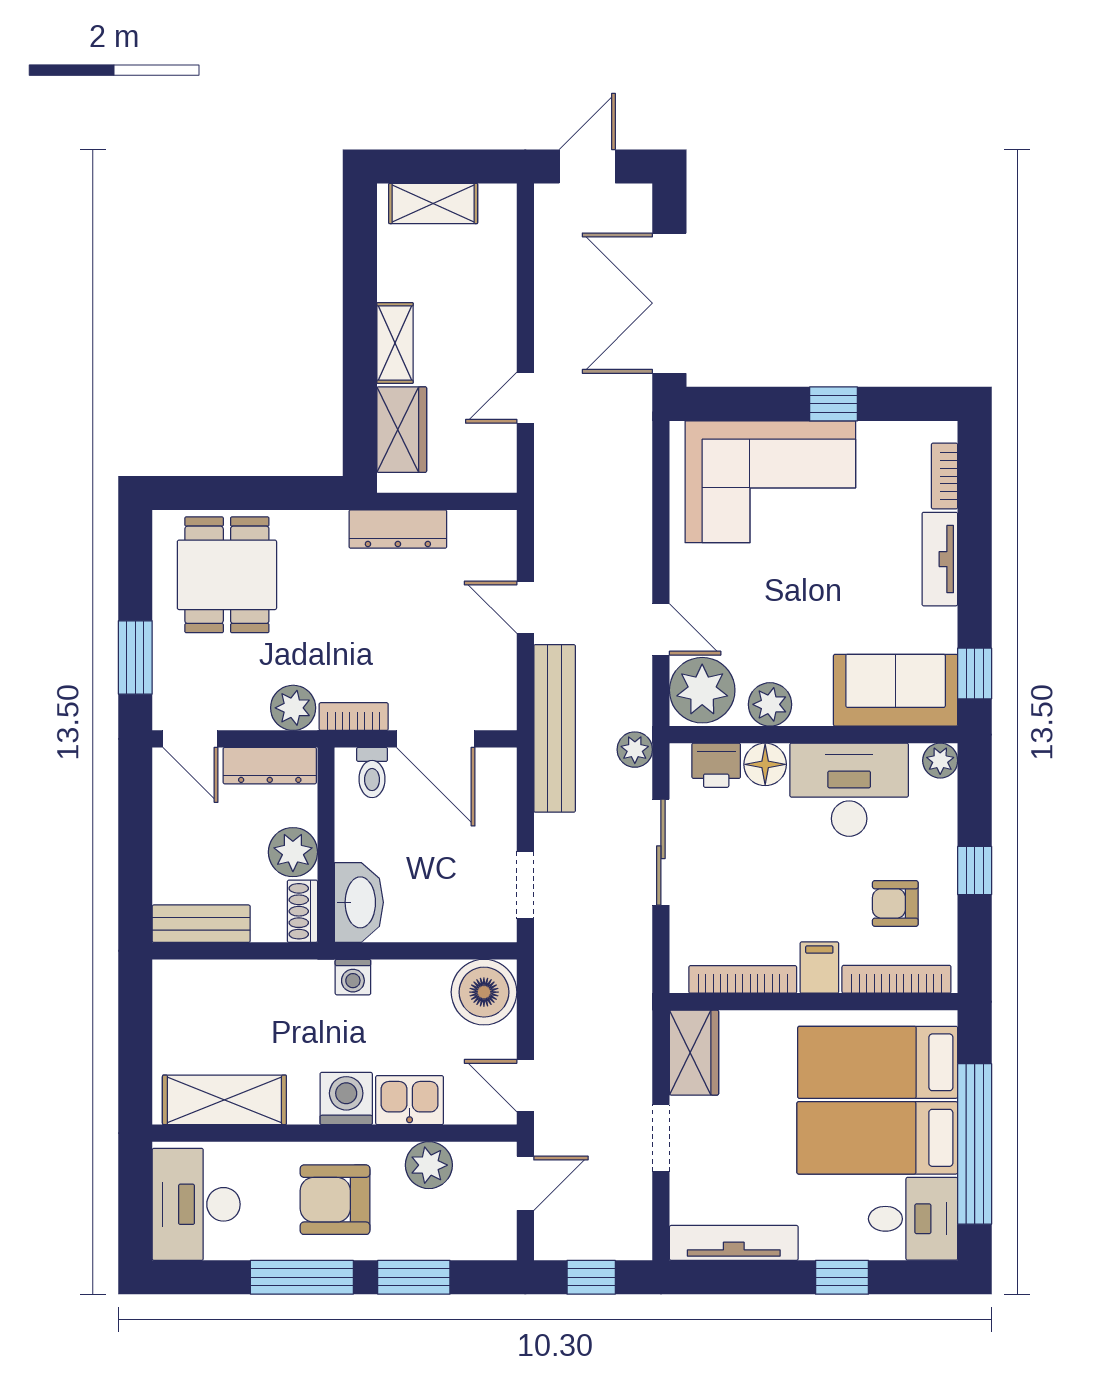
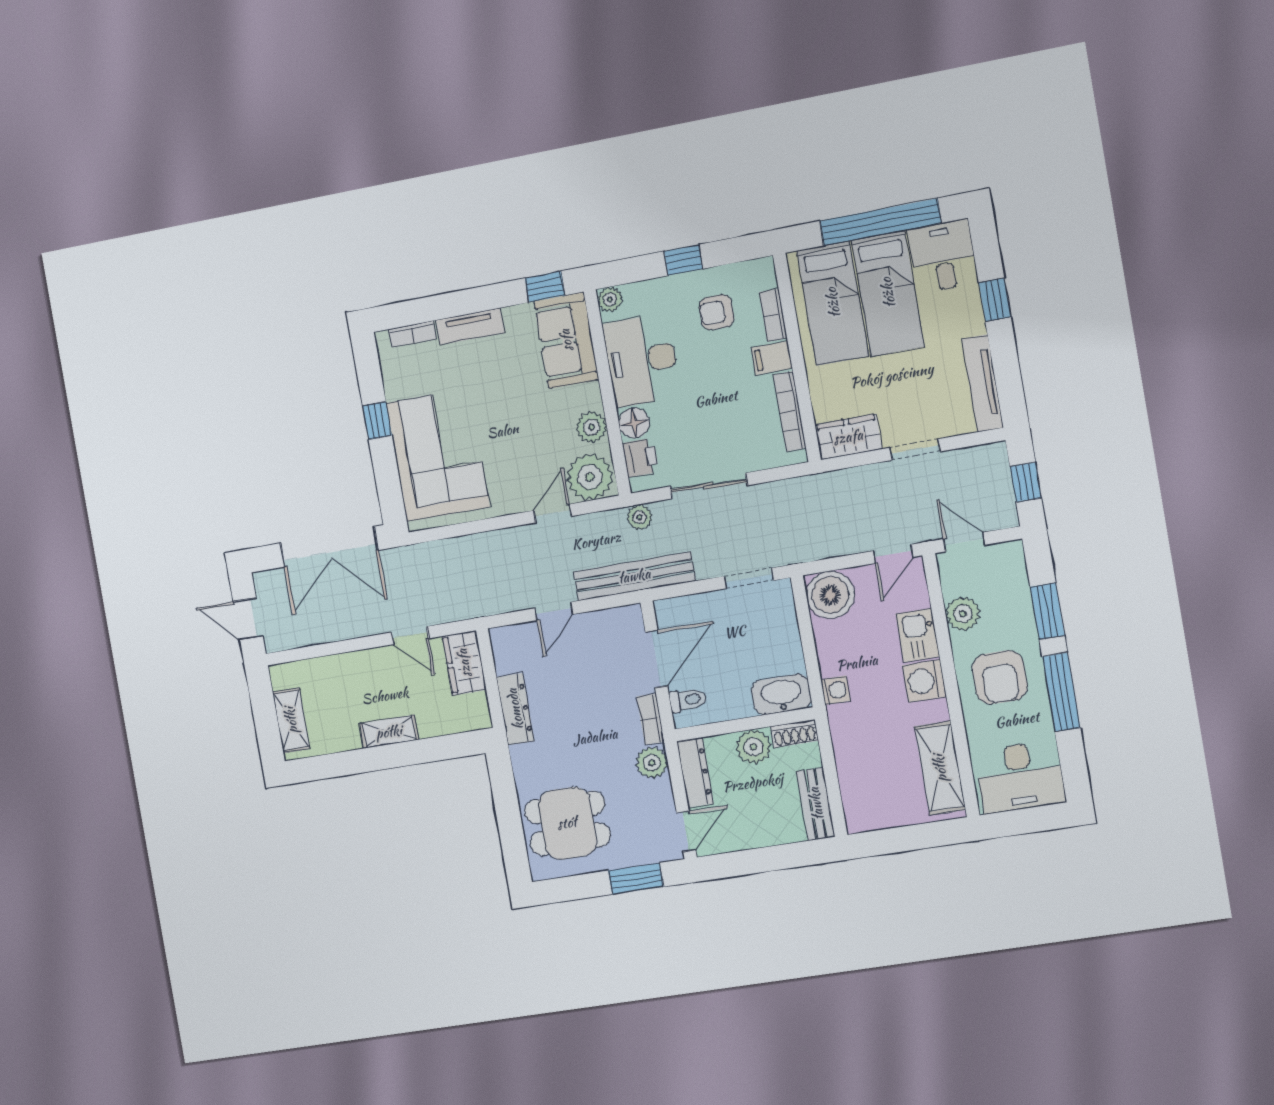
wardrobe: (402, 430) -> (464, 663), moved, turned -90
armchair: (895, 903) -> (717, 312), turned 90
bookcase: (896, 979) -> (773, 315), width x0.64

